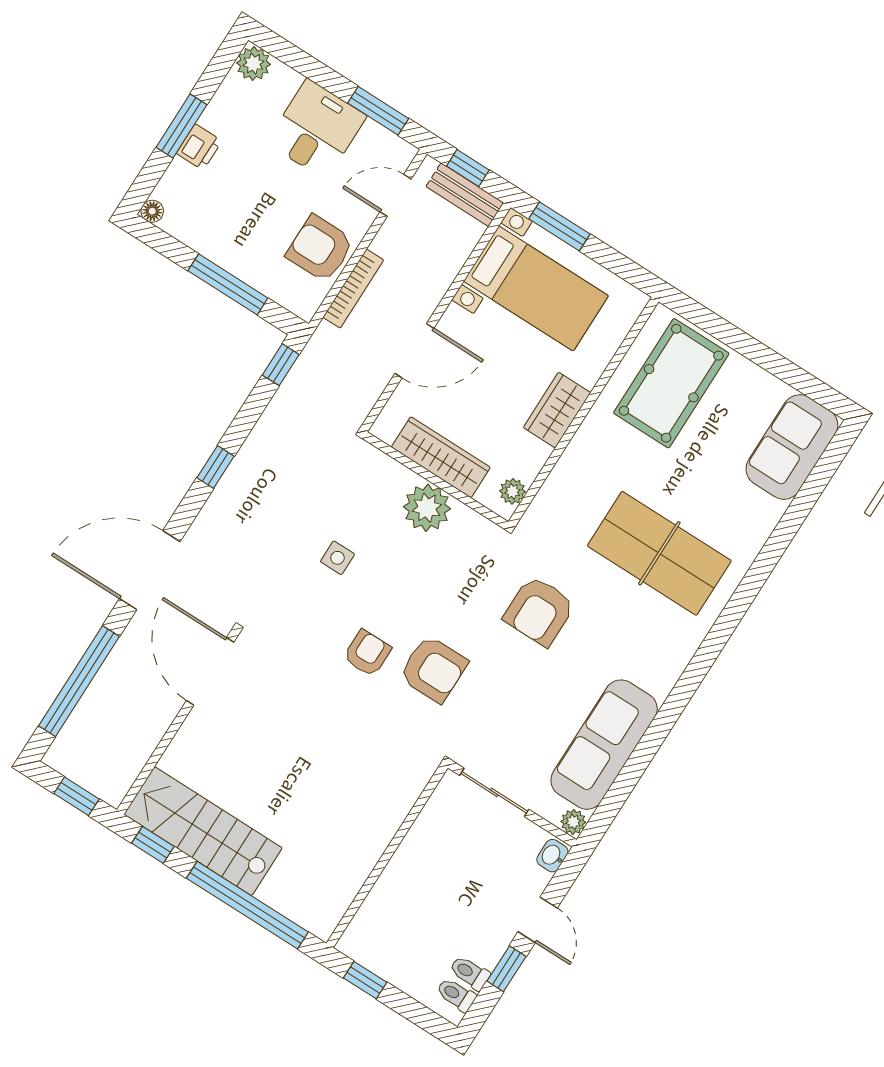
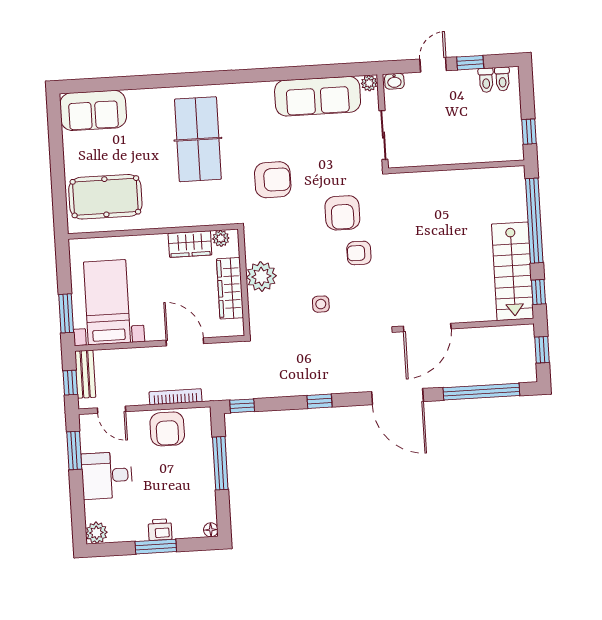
wardrobe: (557, 410) -> (190, 244), moved
armchair: (433, 669) -> (342, 213), turned 180

